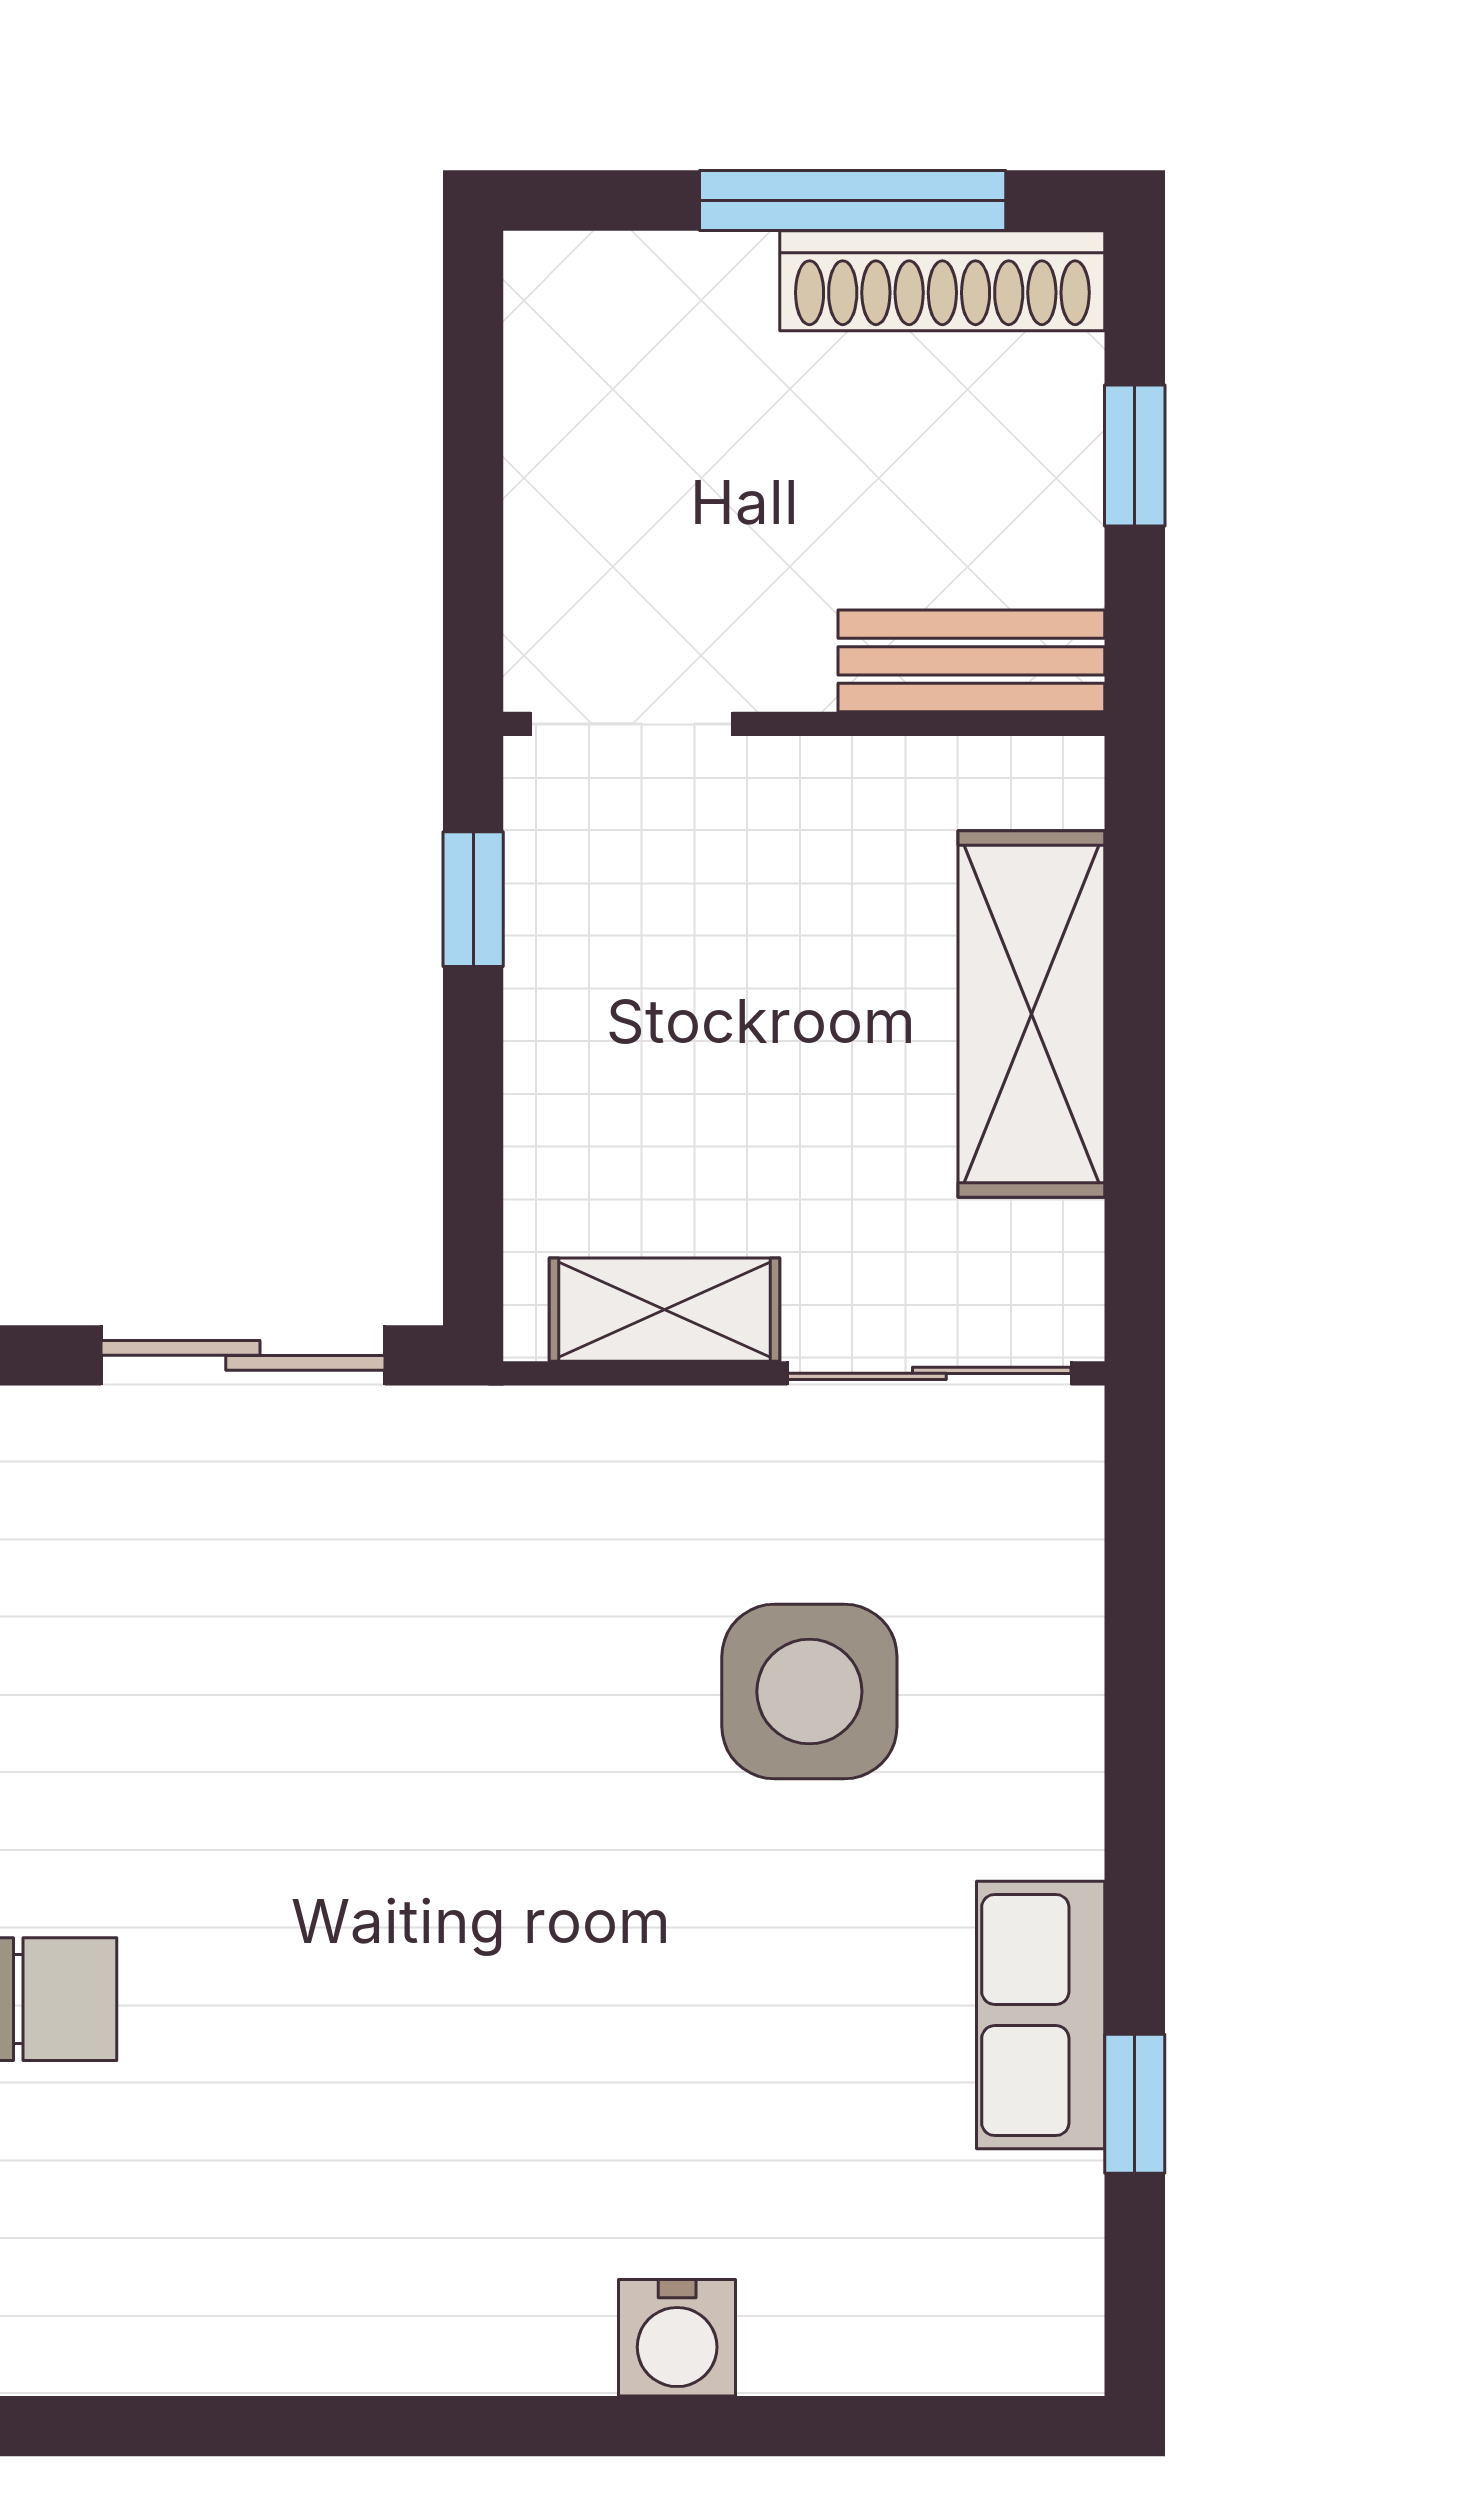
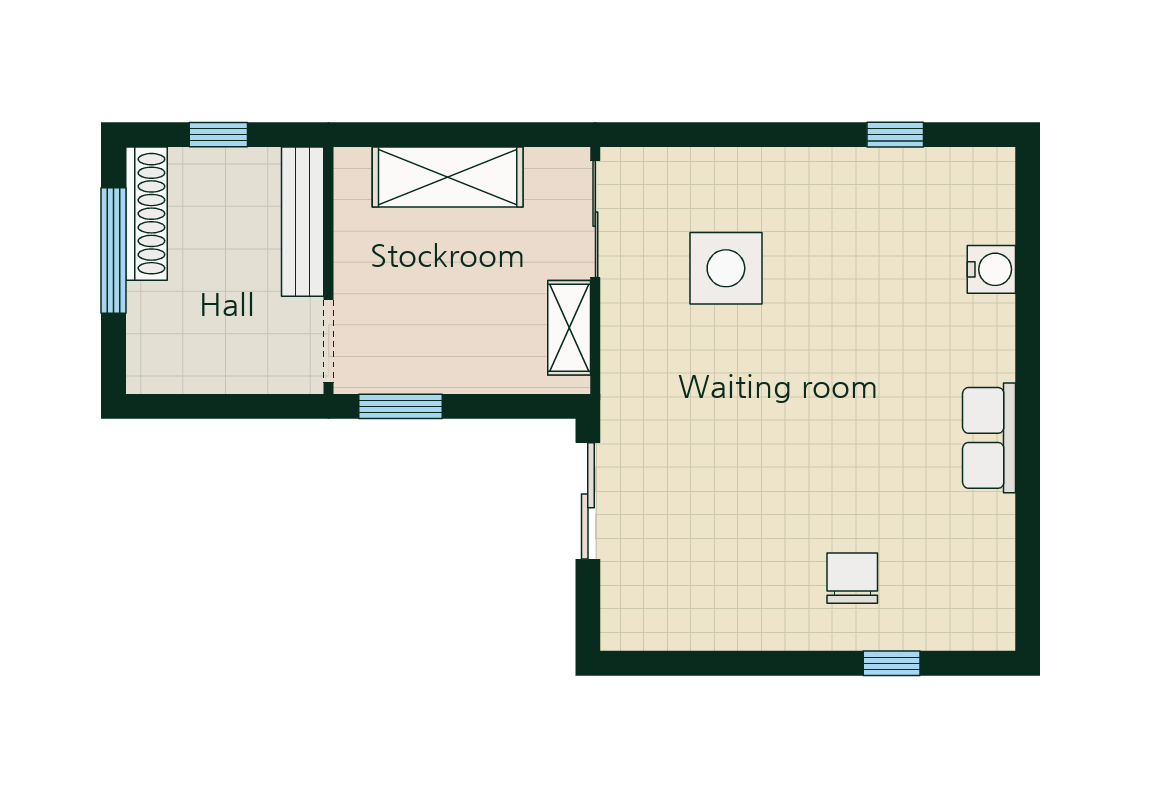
bench: (971, 661) -> (303, 222), width x1.36
window: (473, 899) -> (400, 406), width x1.50
row of seats: (1041, 2015) -> (989, 438), moved, turned 90
water cooler: (677, 2338) -> (991, 269), moved

